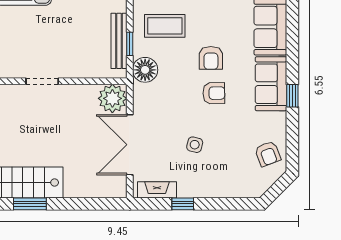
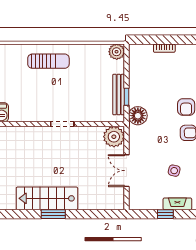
coffee table: (165, 26) -> (152, 83), removed
double door: (130, 145) -> (126, 171), width x0.73
fireplace: (157, 190) -> (177, 204), moved

